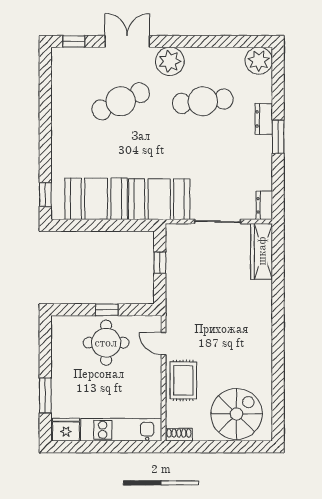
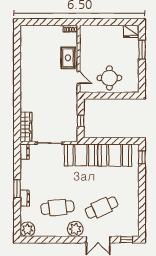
window: (107, 310) -> (109, 96), removed
spiral stairs: (237, 414) -> (39, 40), removed
kitchen unit: (121, 430) -> (101, 31), removed

